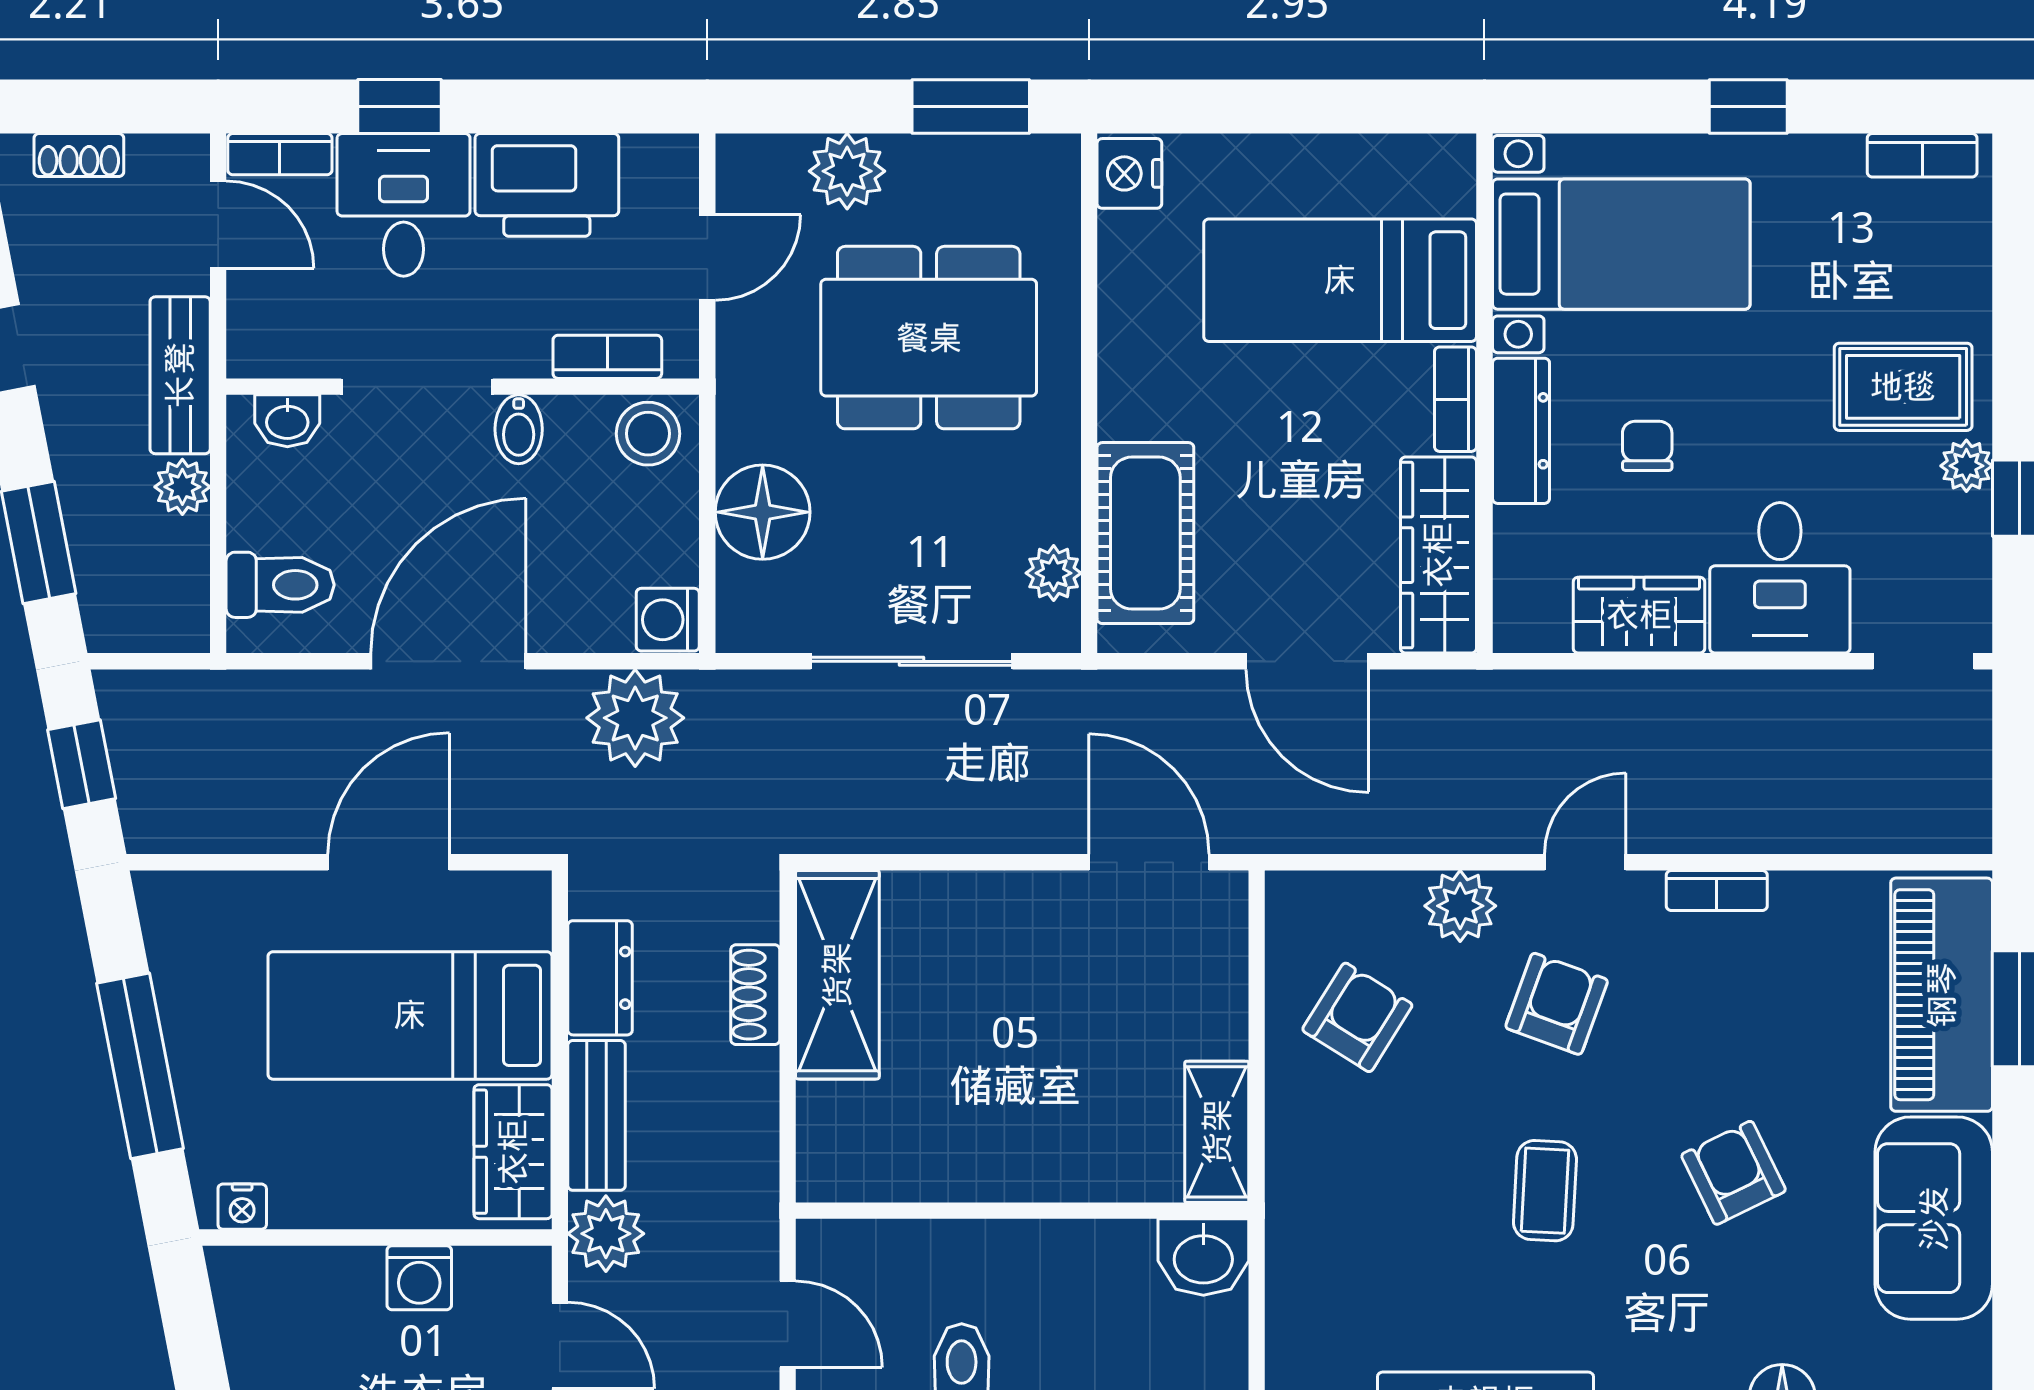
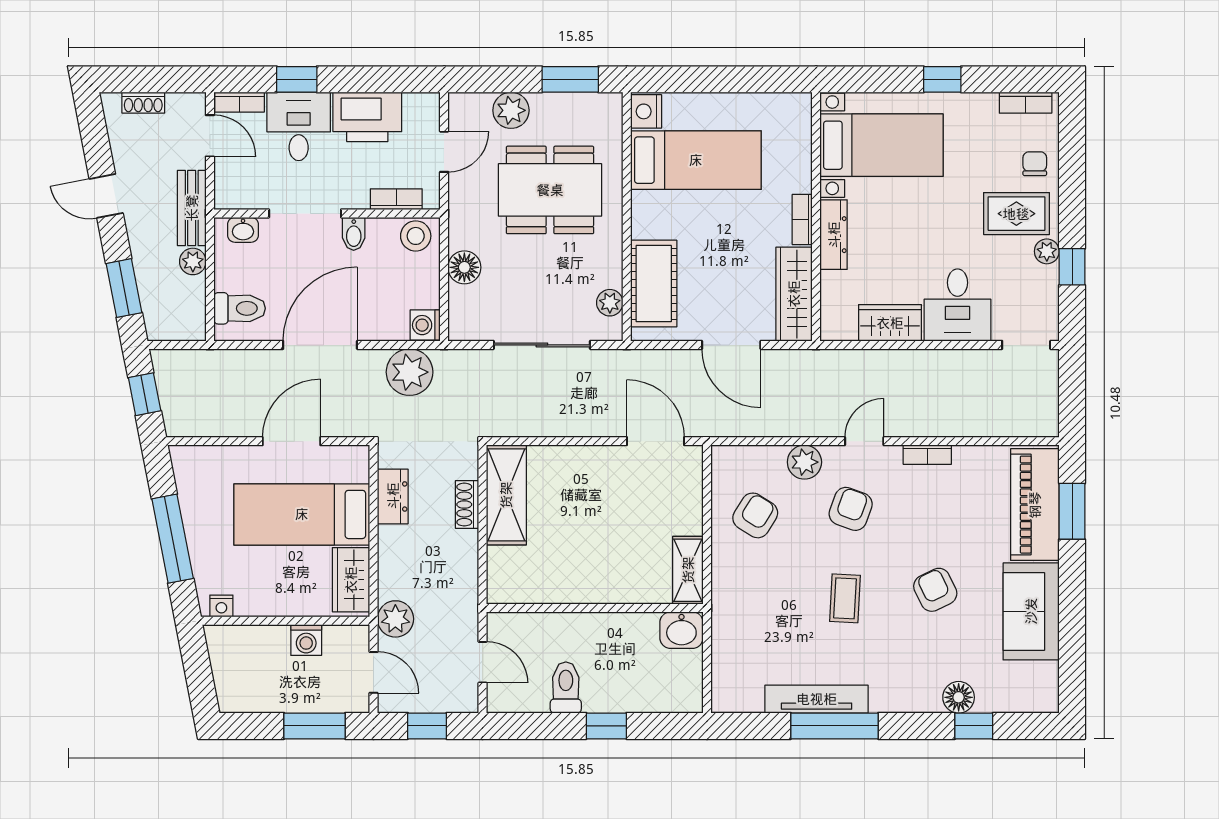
bed: (1340, 280) -> (696, 160), moved, turned 180
chair: (1647, 446) -> (1035, 164), moved
floor lamp: (763, 512) -> (464, 267), width x0.73, depth x0.73
bench: (597, 1115) -> (391, 562), removed

